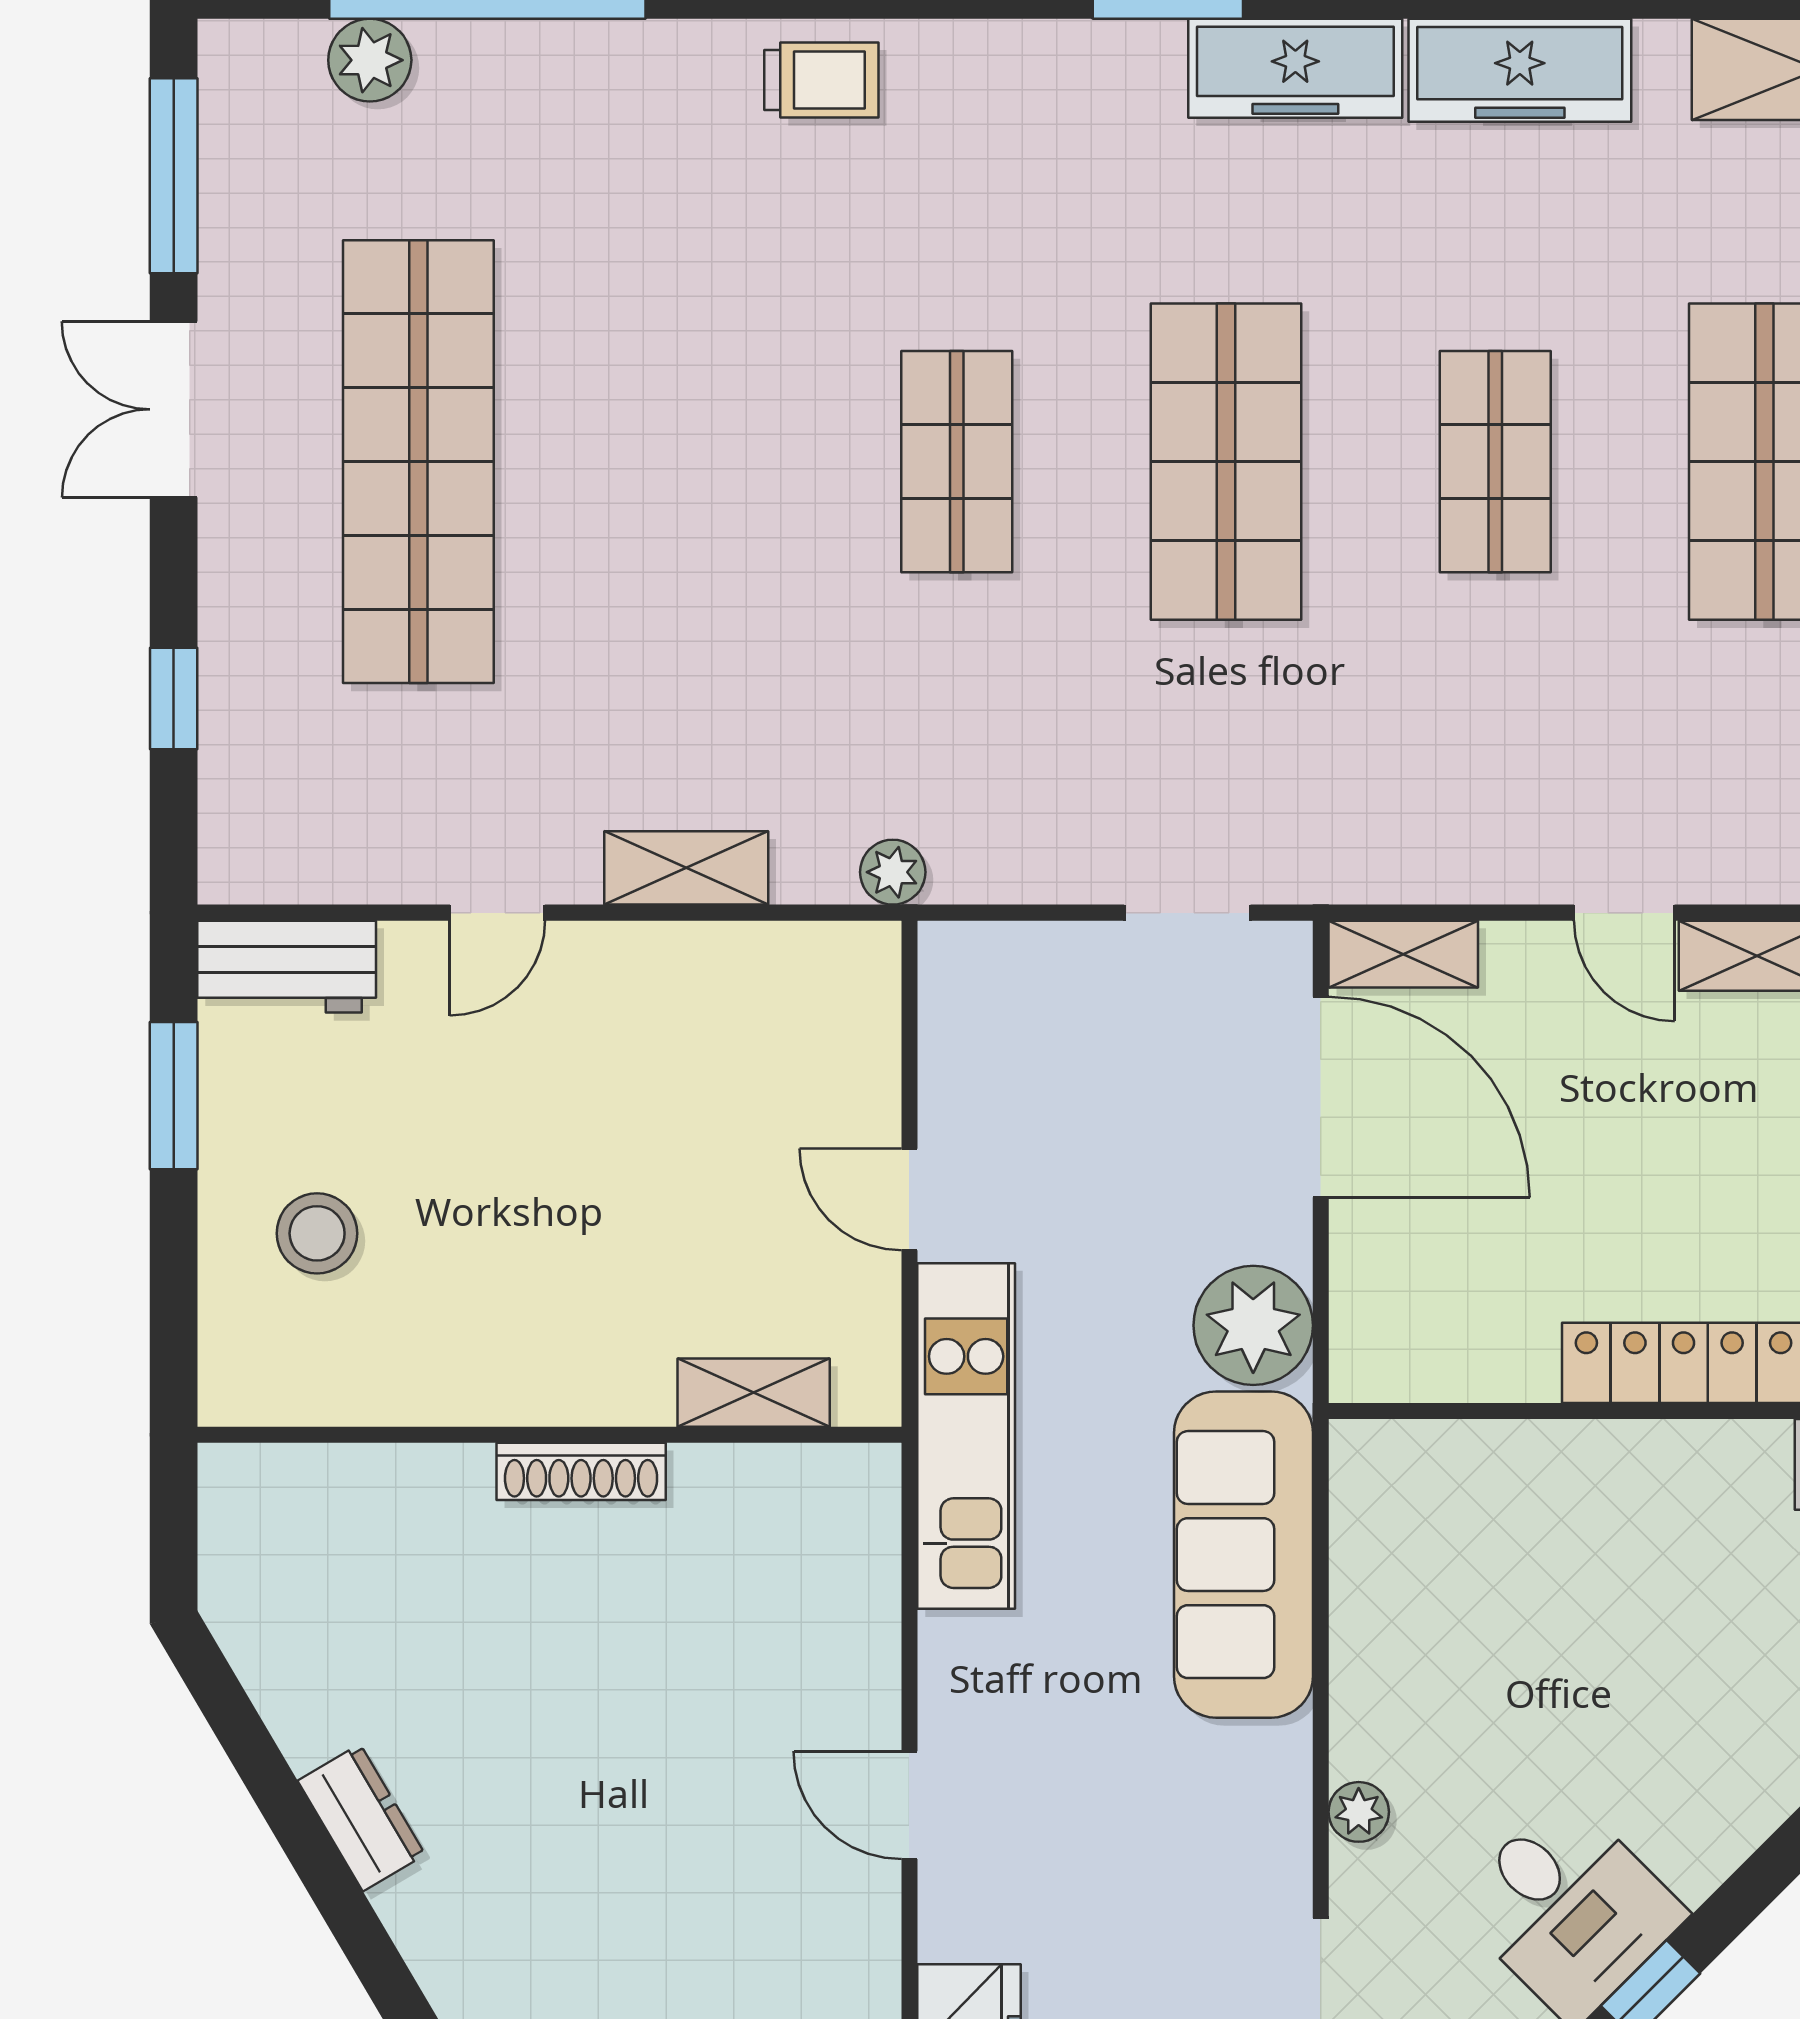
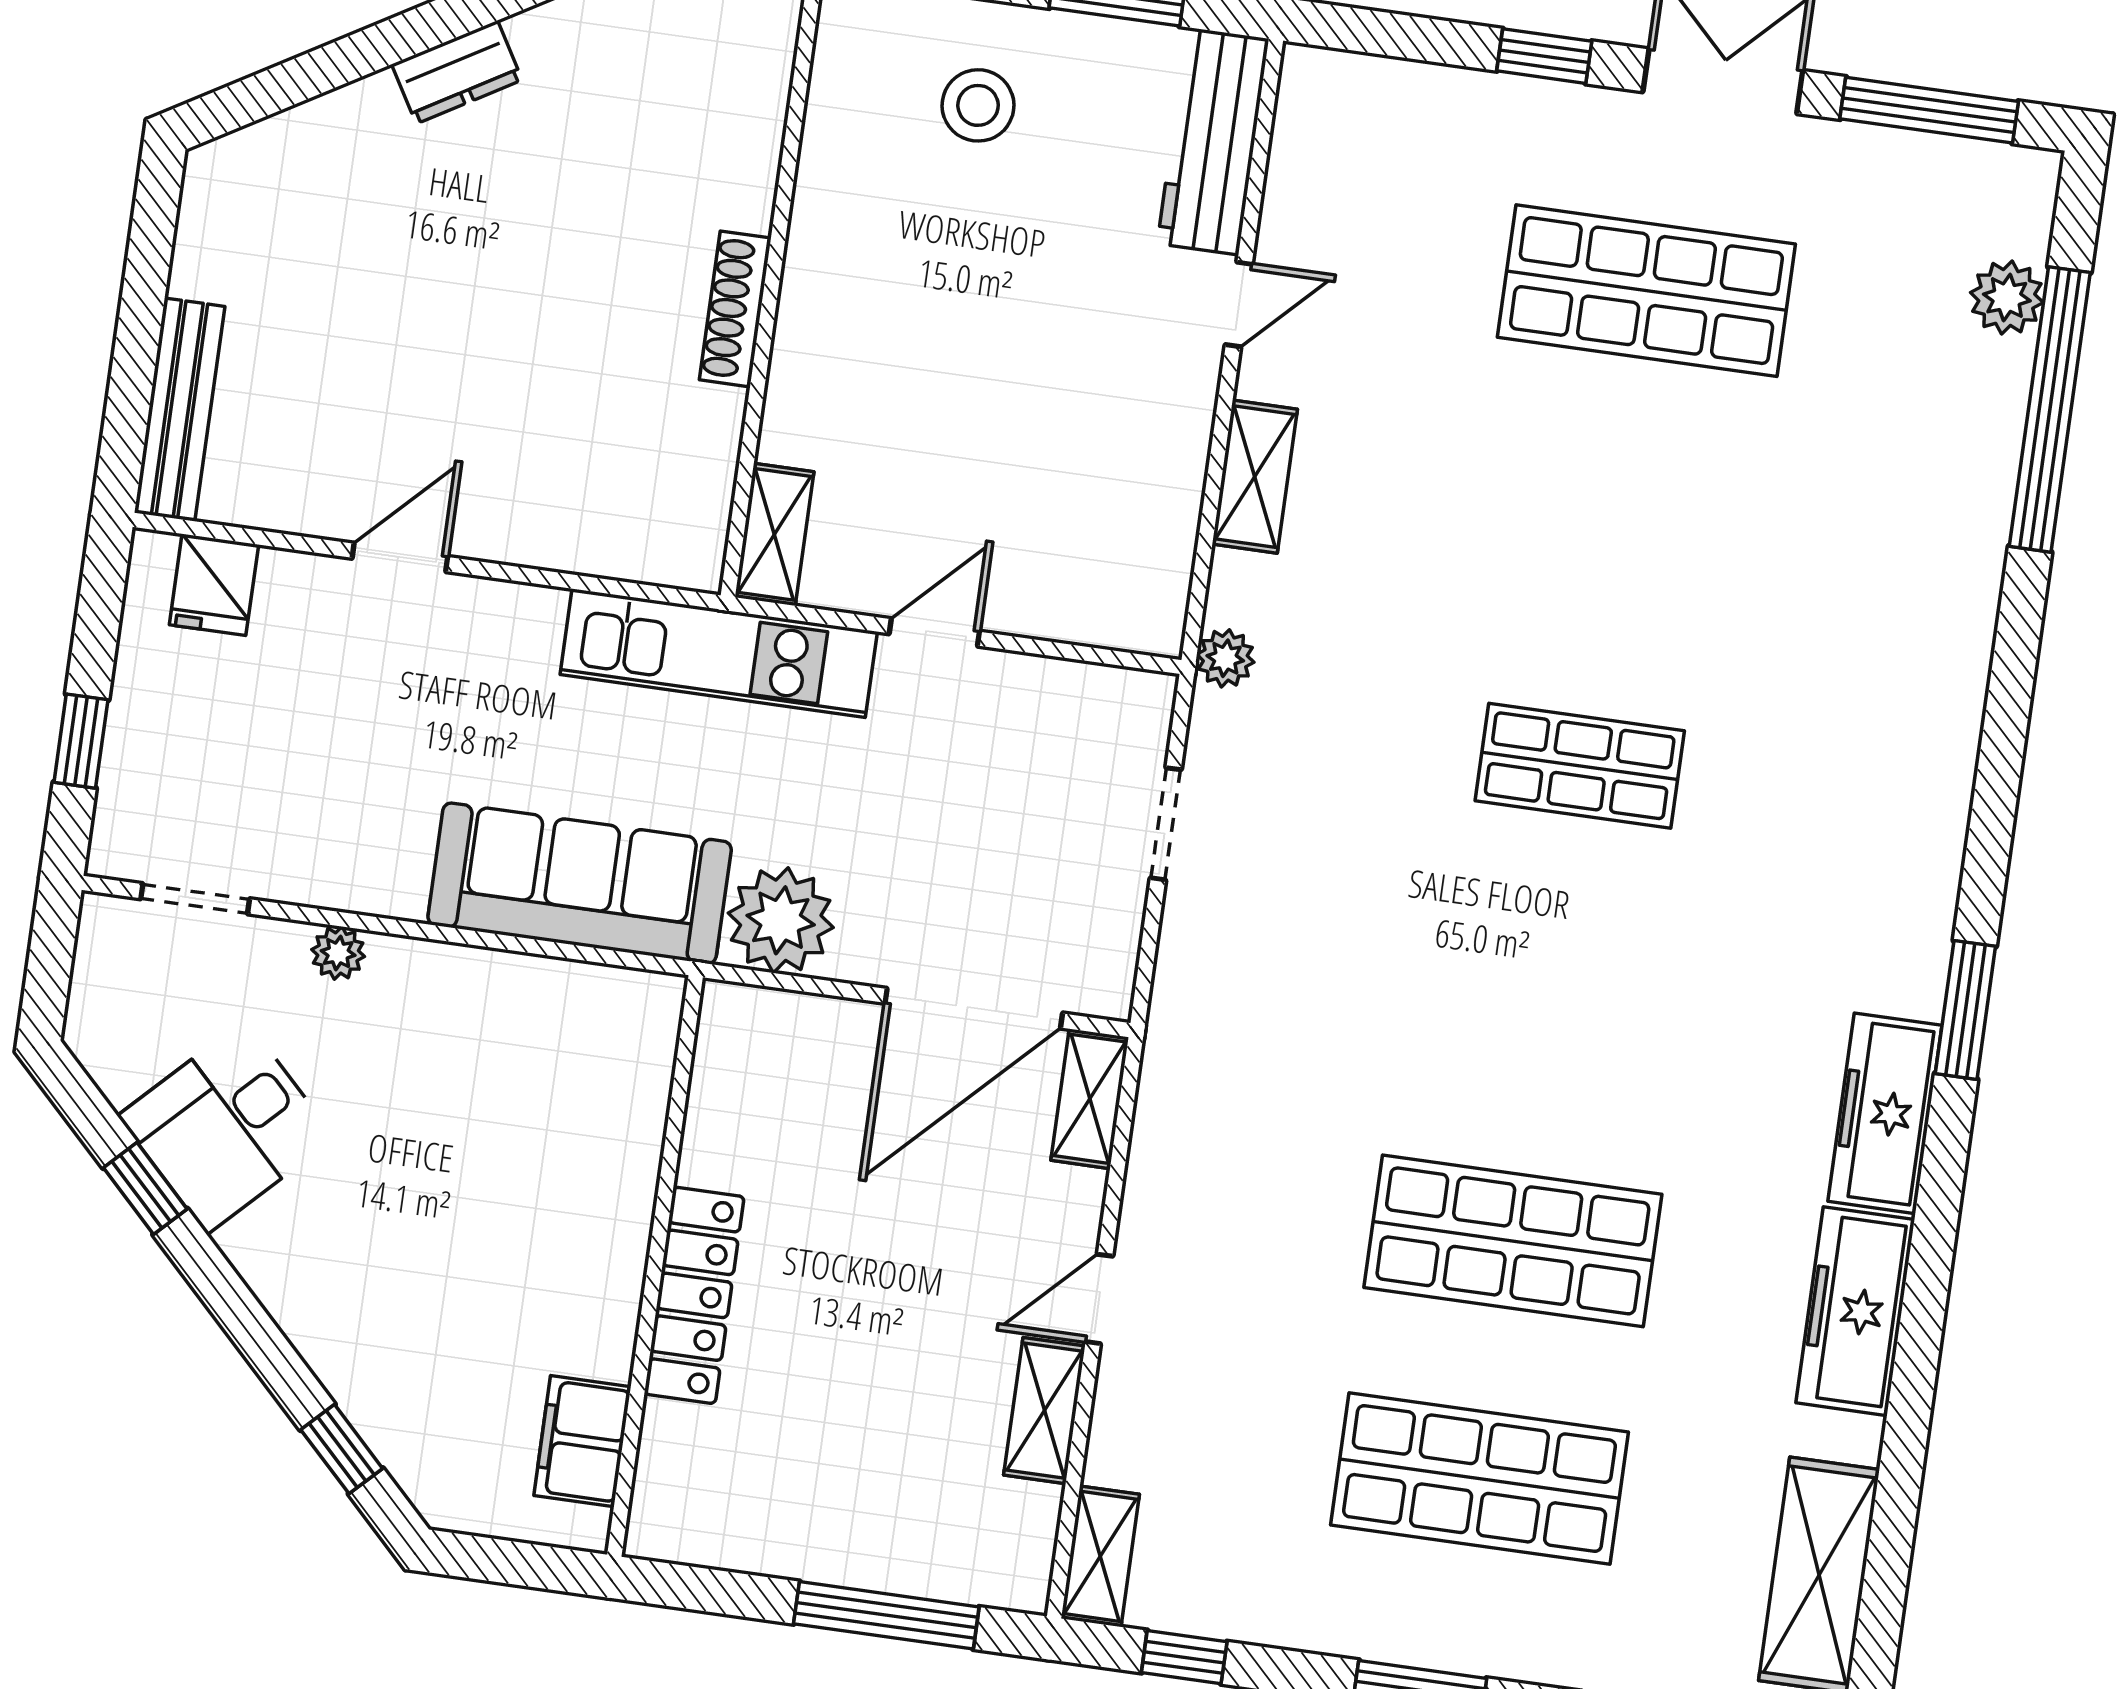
trolley: (821, 80) -> (1933, 694), removed
shop shelf: (418, 462) -> (1646, 291), width x0.71
shop shelf: (1226, 462) -> (1546, 1003), removed
shop shelf: (1495, 462) -> (1513, 1241), width x1.43, depth x1.36
window: (174, 698) -> (1544, 56), moved
door: (497, 913) -> (1239, 304), swing flipped
doorway: (1187, 913) -> (1166, 824), moved
workbench: (287, 967) -> (1213, 141), width x1.38
shelving: (754, 1393) -> (774, 534), moved

